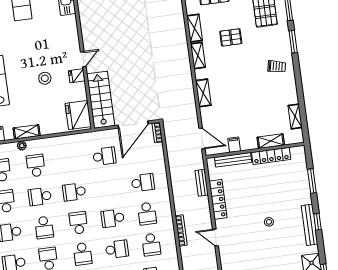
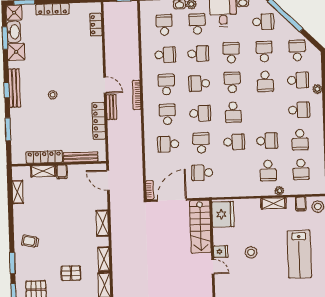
door: (83, 59) -> (213, 267), swing flipped
filing cabinet: (234, 145) -> (62, 172), moved
bench: (202, 183) -> (112, 107), moved
school desk: (44, 227) -> (201, 143), moved

